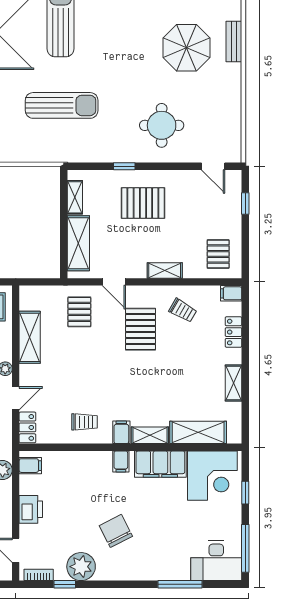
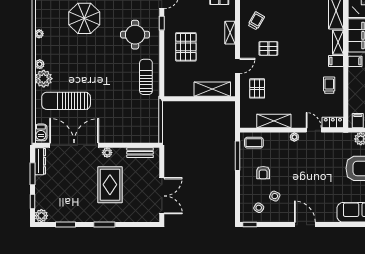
sun lounger: (62, 105) -> (146, 77), moved, width x0.73, depth x0.75
window: (124, 166) -> (162, 23), moved
shelving: (75, 197) -> (182, 91), removed
pallet: (79, 312) -> (257, 88), turned 90
pallet: (141, 329) -> (268, 48), width x0.67, depth x0.71

